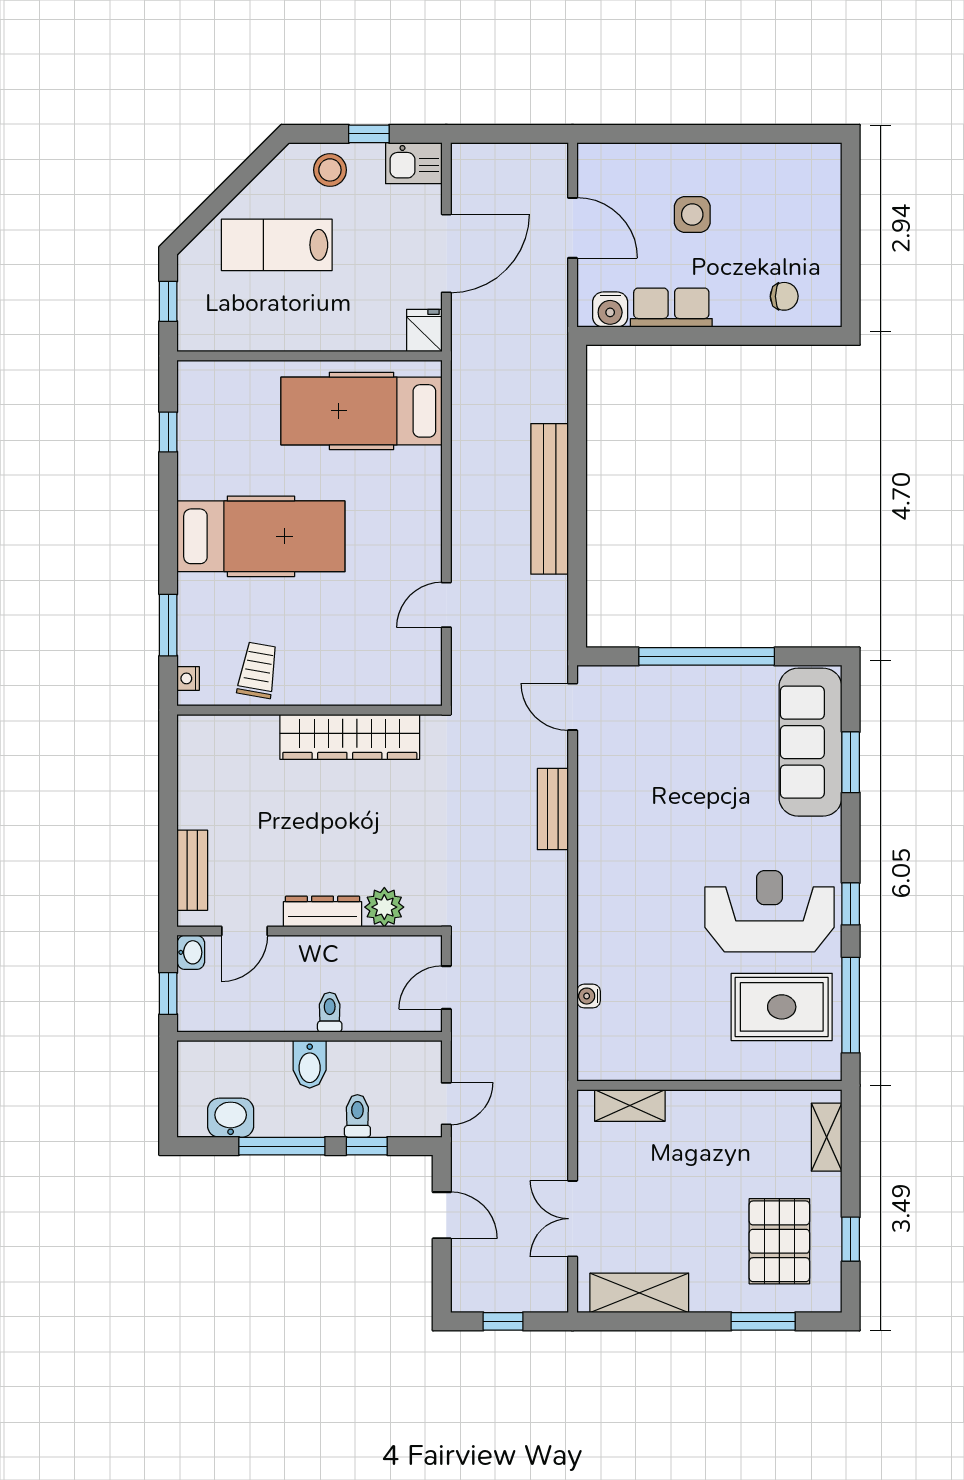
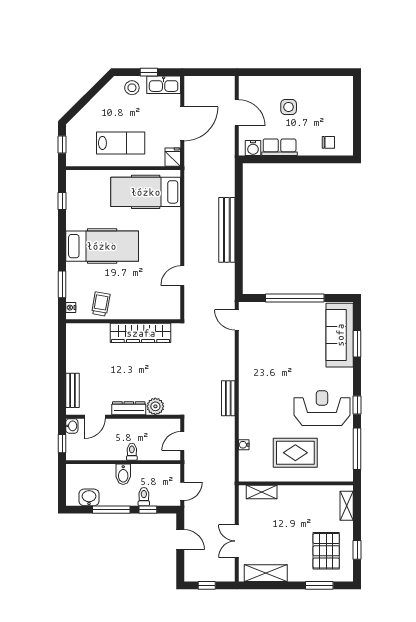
kitchen sink: (414, 163) -> (164, 85), width x1.38
lab bench: (277, 245) -> (121, 143), moved, turned 180
bench: (553, 809) -> (228, 398), moved
rug: (782, 1007) -> (295, 453), moved

